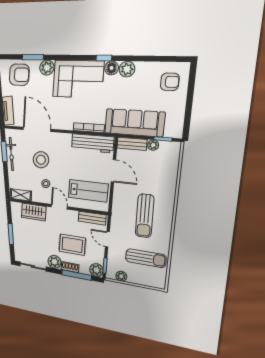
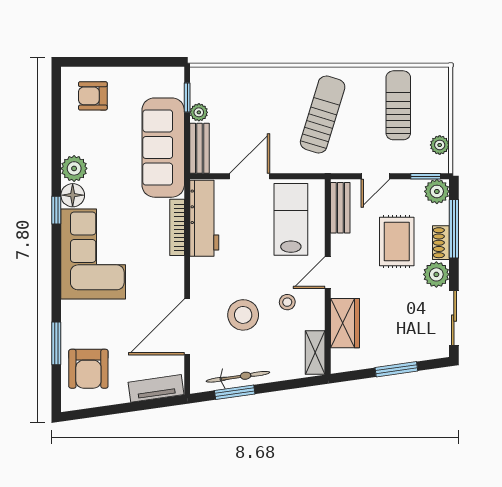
plant: (47, 68) -> (74, 314), removed
armchair: (19, 75) -> (88, 369), turned 180
armchair: (170, 82) -> (93, 96), turned -90
sun lounger: (145, 216) -> (323, 114), turned -72

